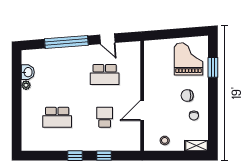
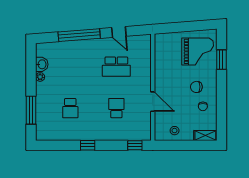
grand piano: (189, 59) -> (198, 51), turned 90
door: (142, 111) -> (153, 102), swing flipped
school desk: (57, 117) -> (70, 108), width x0.54
window: (17, 119) -> (31, 110), added
window: (104, 156) -> (135, 145), moved

